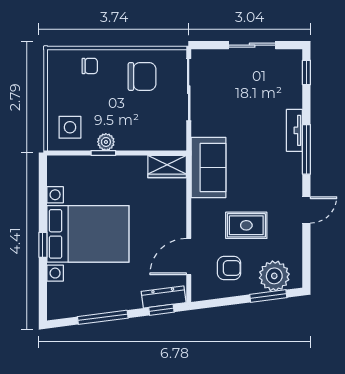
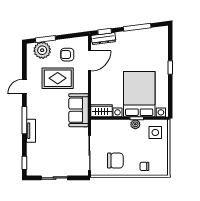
chair: (142, 77) -> (115, 161), turned 180
rug: (246, 225) -> (58, 78), width x1.36, depth x1.43
bed with nightstands: (88, 234) -> (139, 94), moved, turned 90

